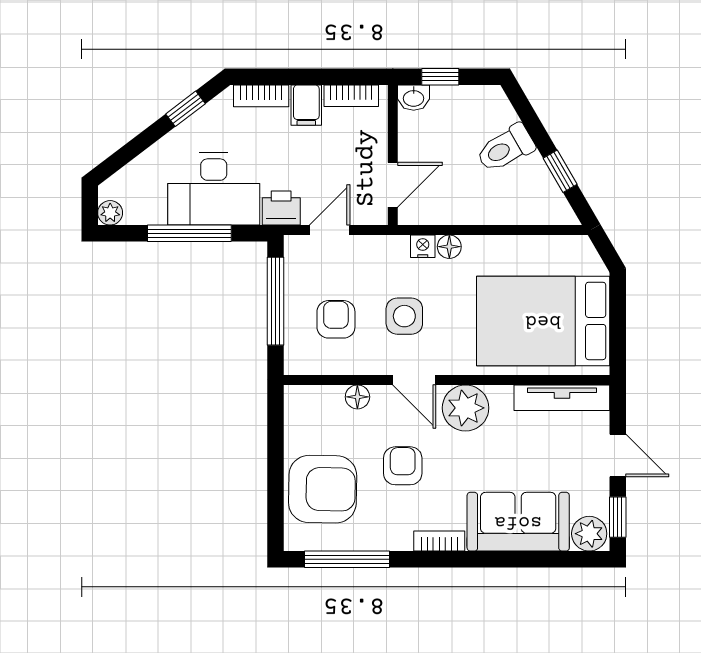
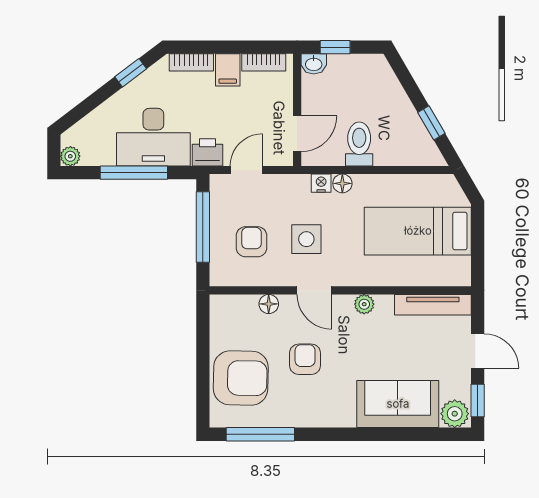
toilet: (506, 148) -> (359, 144), moved, turned 120
bed: (543, 321) -> (418, 231), width x0.67
plant: (466, 408) -> (364, 304), width x0.53, depth x0.53
bookcase: (439, 541) -> (334, 420), removed

